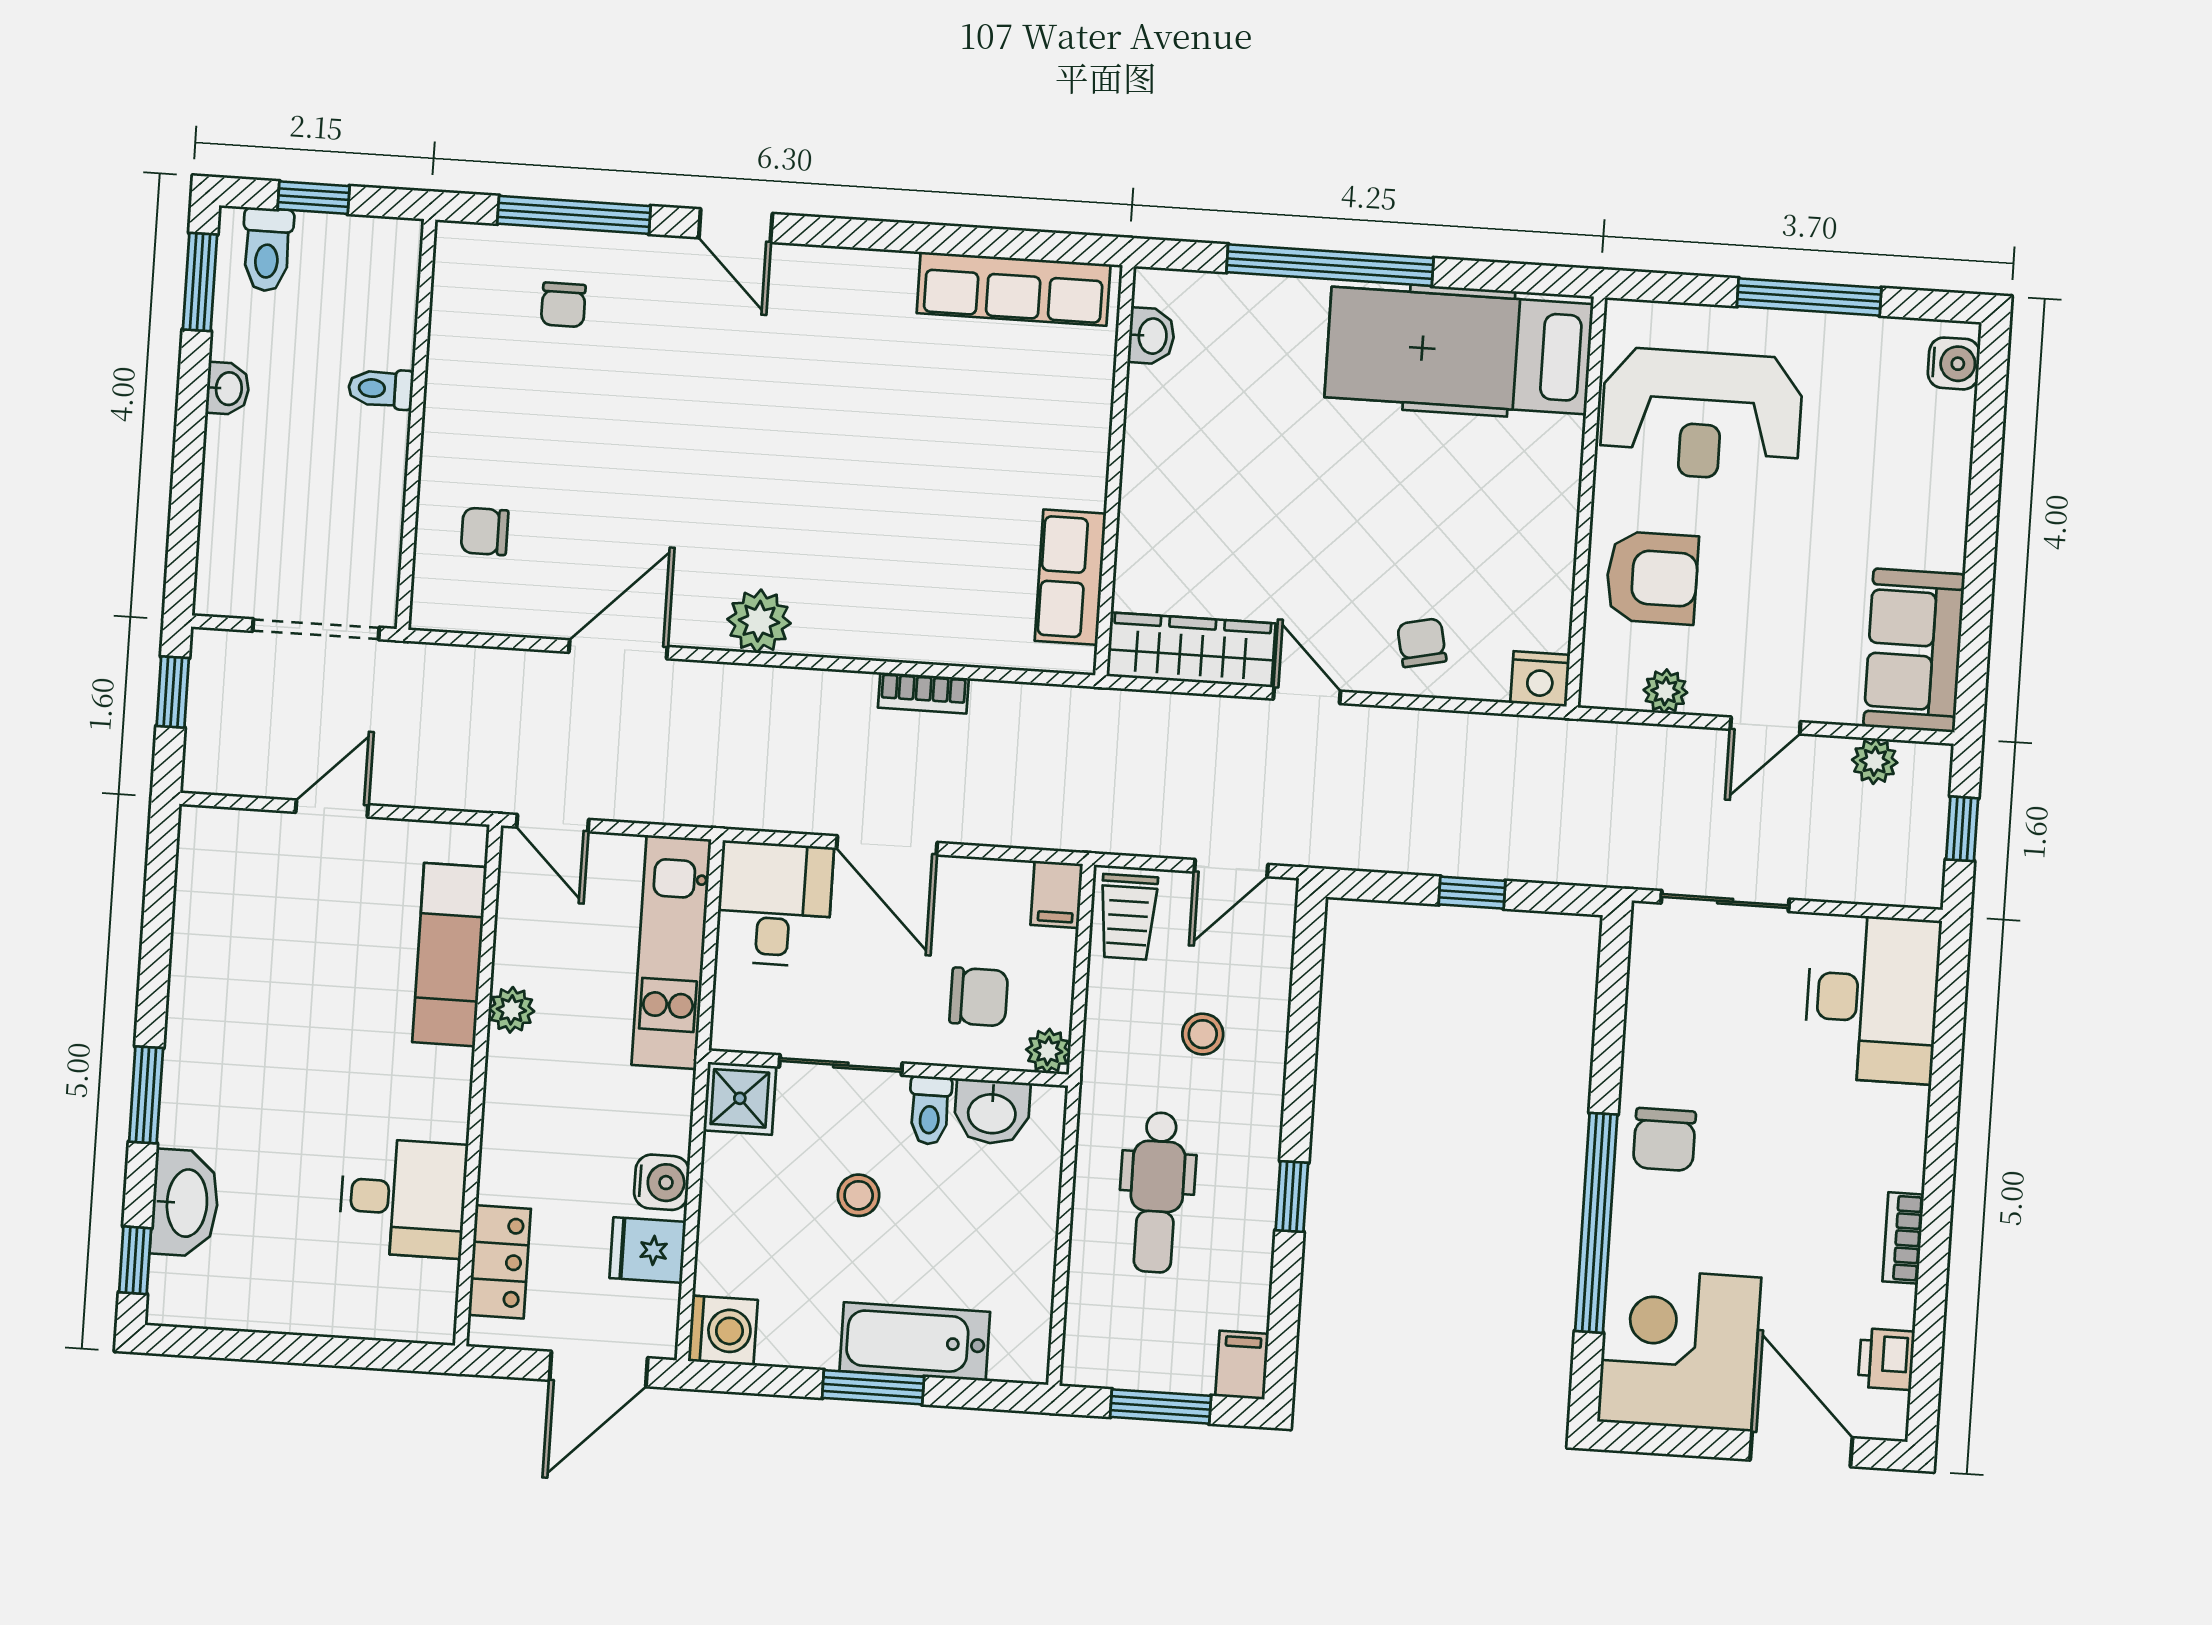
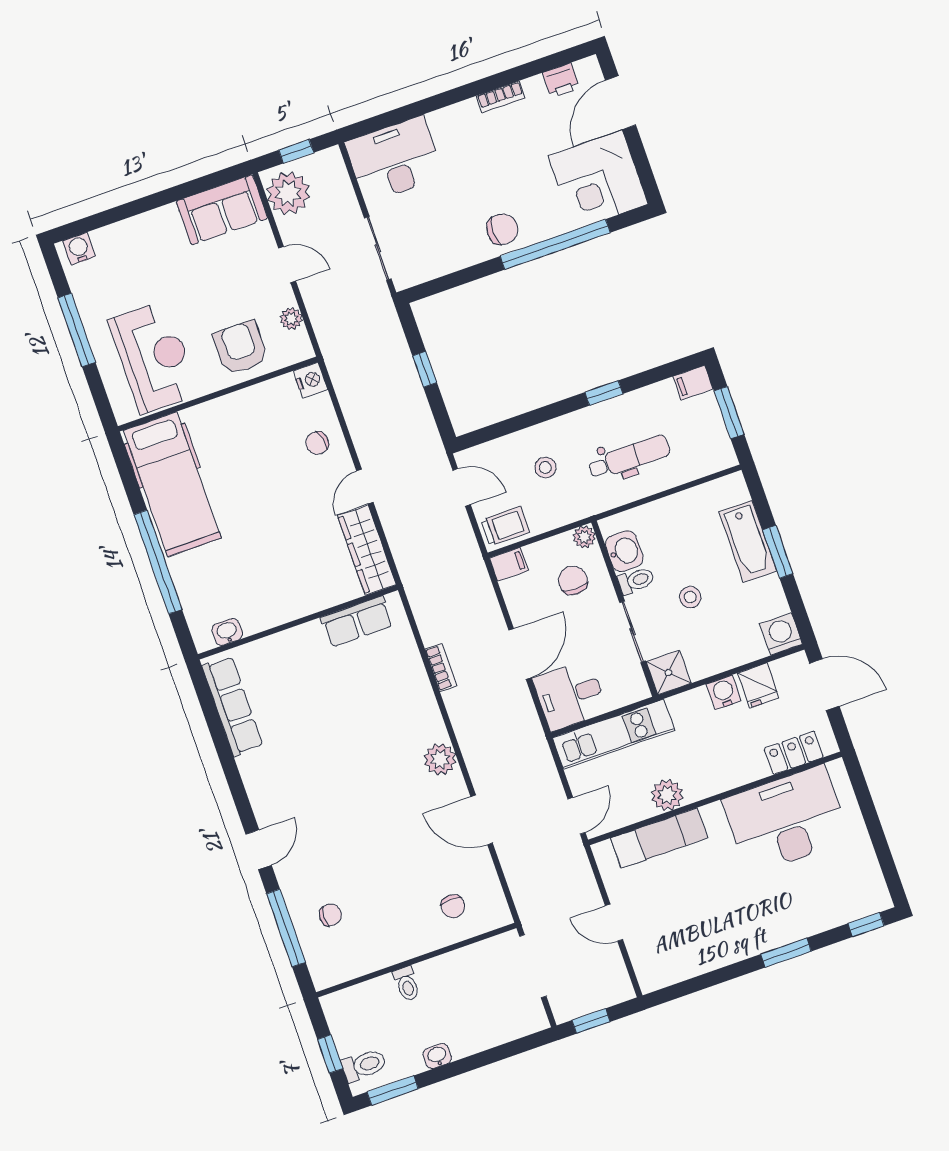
plant: (1875, 761) -> (288, 193), width x1.88, depth x1.88
plant: (511, 1010) -> (667, 795), width x1.38, depth x1.38
desk: (403, 1198) -> (786, 820), width x1.87, depth x1.30
washbasin: (185, 1203) -> (829, 913), removed

